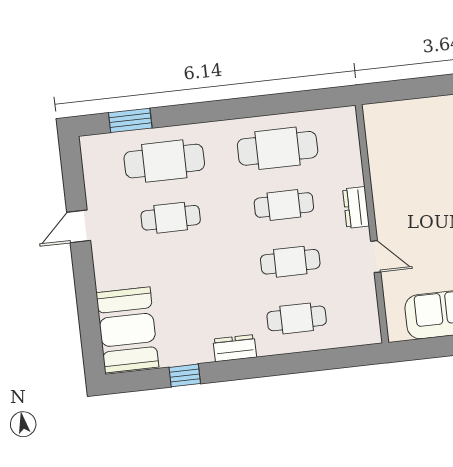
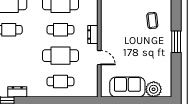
cafe table: (290, 262) -> (60, 56), width x1.37, depth x1.35
dresser: (235, 348) -> (17, 92), moved

